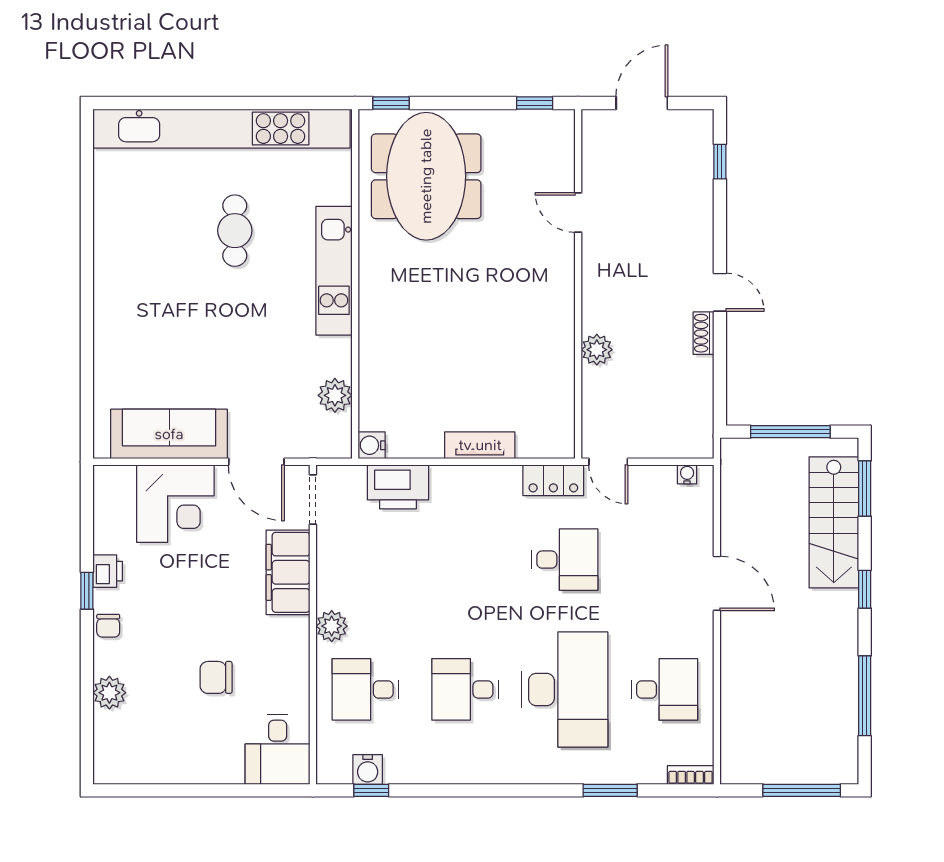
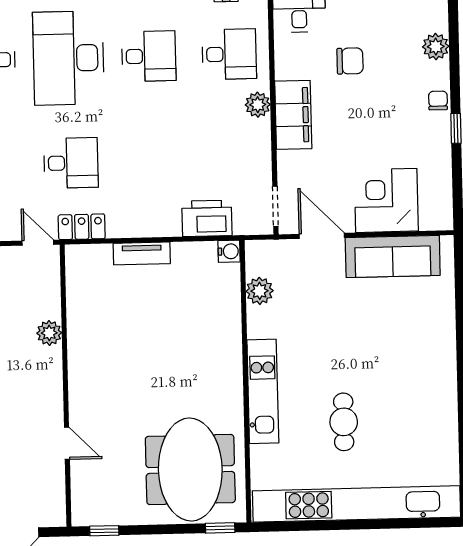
desk: (565, 560) -> (71, 163), turned 180
printer: (108, 571) -> (440, 145), removed
filing cabinet: (288, 572) -> (293, 115), moved

